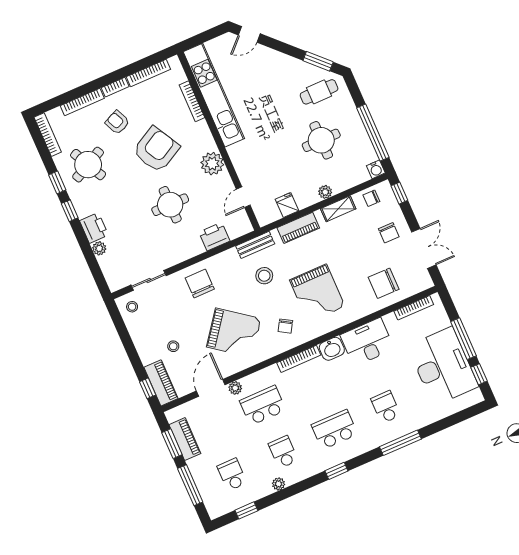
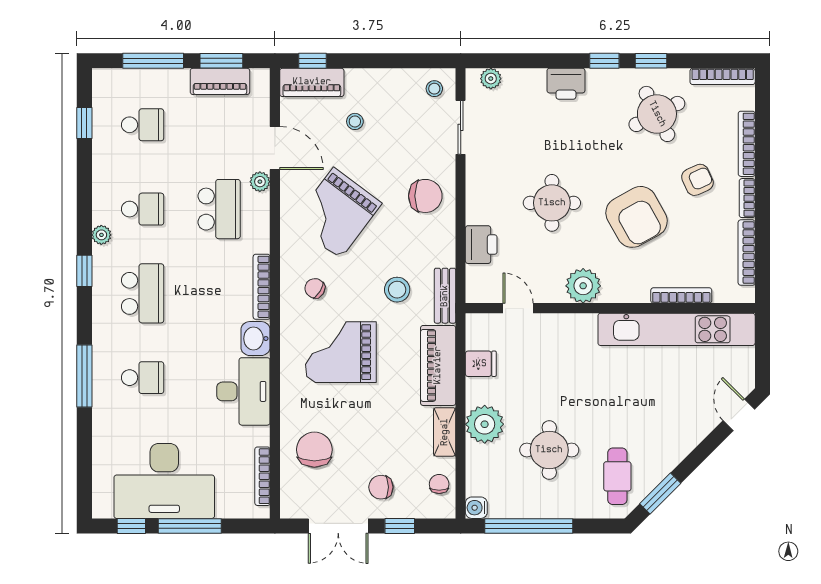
plant: (325, 192) -> (485, 424), width x1.88, depth x1.88
window: (399, 193) -> (400, 526), moved
piano: (298, 228) -> (438, 365), width x1.37, depth x1.33
plant: (99, 248) -> (491, 79), moved
plant: (278, 484) -> (101, 235), moved

